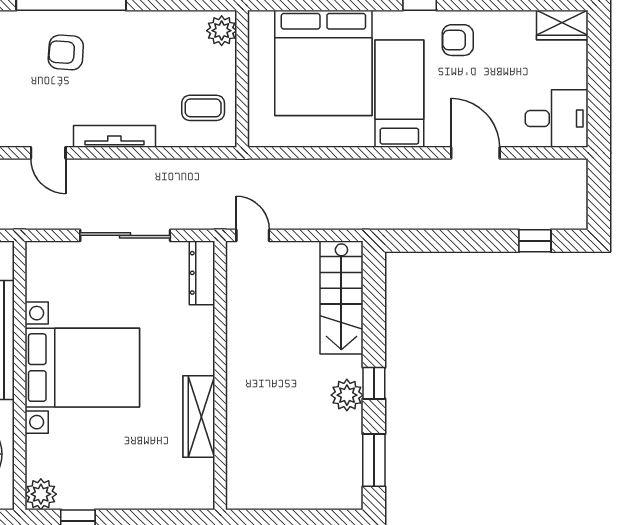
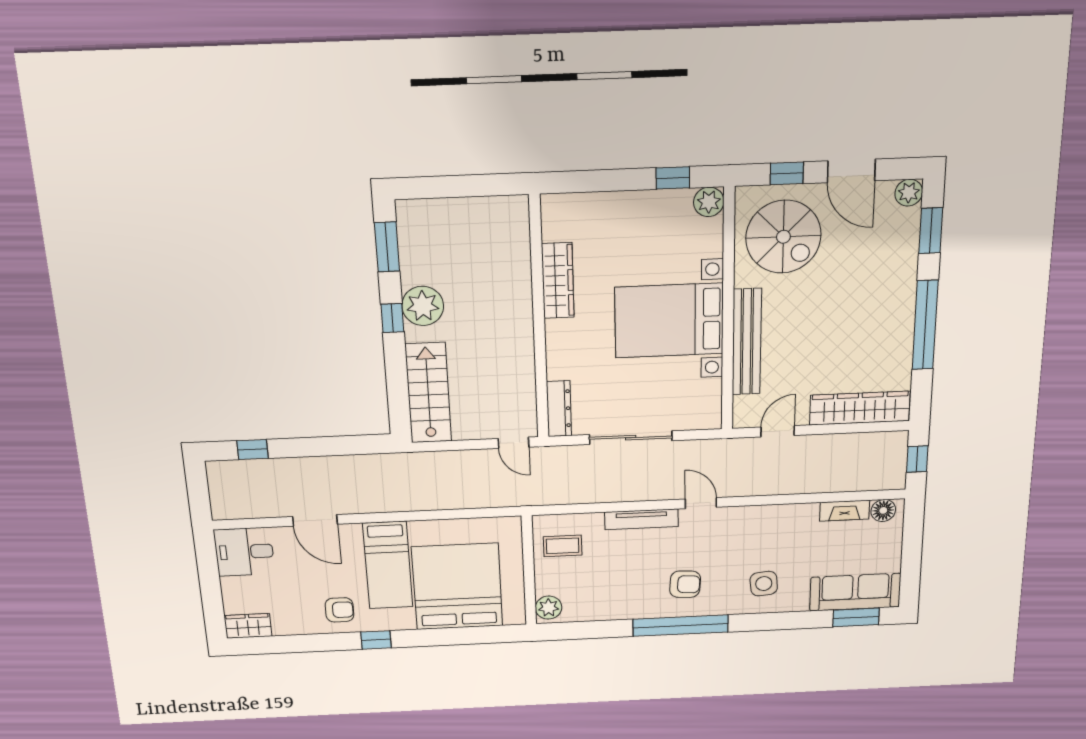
plant: (347, 395) -> (423, 306), width x1.36, depth x1.36

